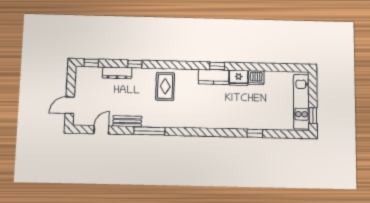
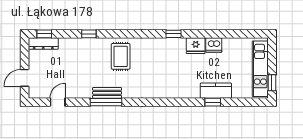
dresser: (117, 73) -> (43, 44), moved
kitchen counter: (214, 77) -> (216, 91), moved, turned 180
bench: (127, 121) -> (107, 93), moved

